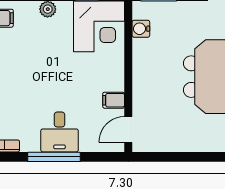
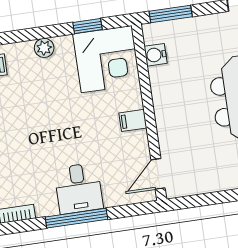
filing cabinet: (114, 100) -> (133, 120), moved

